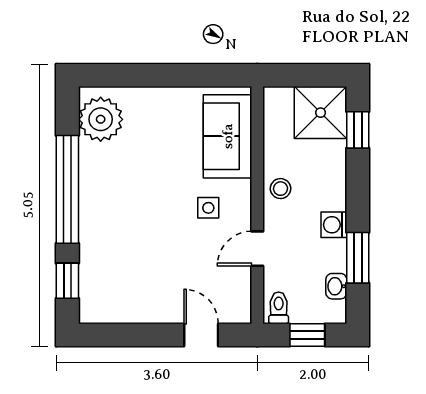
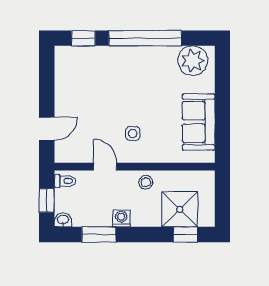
shower: (321, 113) -> (180, 209), moved
sofa: (228, 136) -> (198, 122), moved, turned -90
washbasin: (336, 286) -> (63, 220), moved

